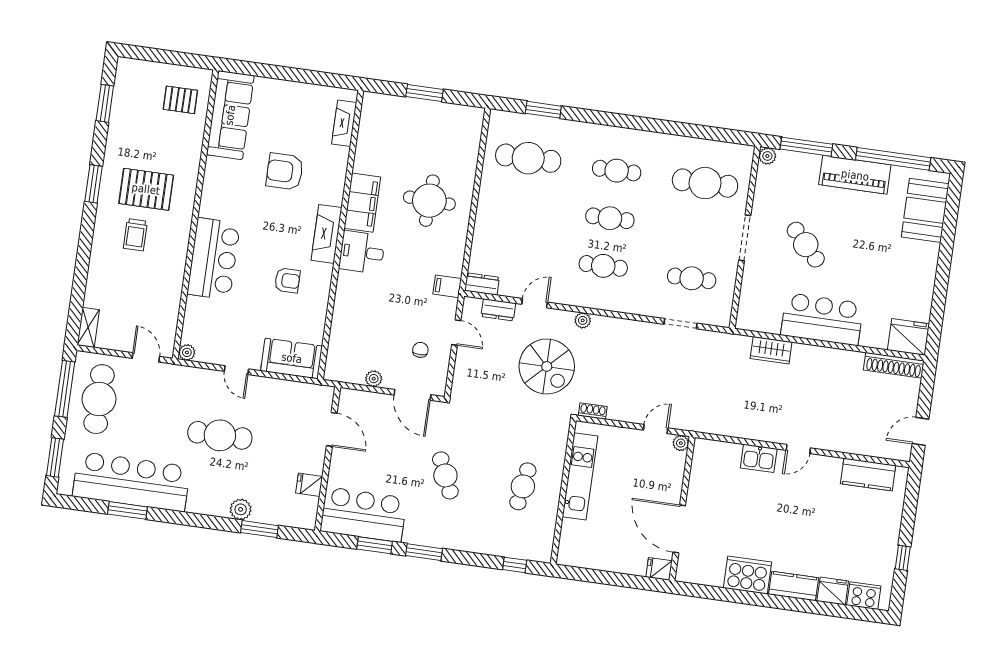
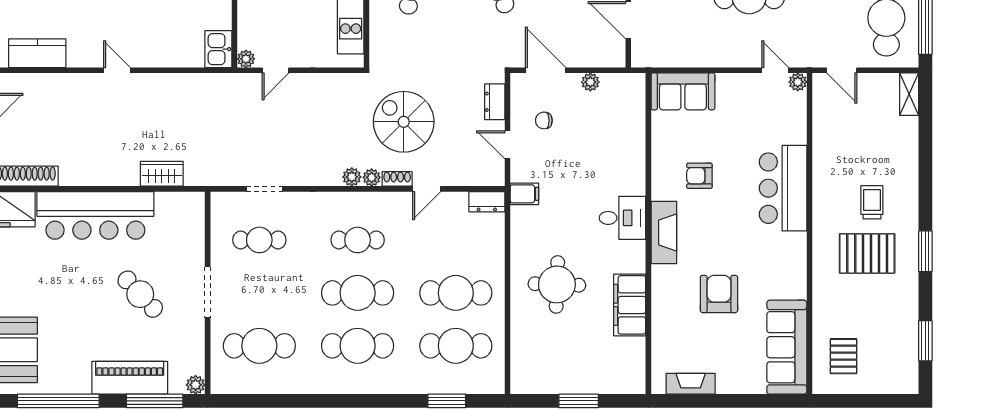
pallet: (180, 100) -> (844, 356), turned 90
fireplace: (344, 123) -> (691, 384), moved, turned -90
cafe table: (617, 171) -> (358, 346), width x1.37, depth x1.35
armchair: (285, 172) -> (719, 294), turned -90
piano: (855, 175) -> (130, 378), moved
filing cabinet: (362, 203) -> (630, 305), moved
cafe table: (521, 206) -> (456, 293), added
cafe table: (610, 218) -> (358, 293), width x1.37, depth x1.35
dresser: (498, 310) -> (495, 102), moved, turned -90
bar counter: (822, 319) -> (95, 215), width x1.36
plant: (600, 323) -> (352, 177), added
chair: (420, 350) -> (544, 120), turned 90
door: (236, 370) -> (775, 70), moved
shoe rack: (593, 411) -> (397, 179), moved, turned 180
door: (798, 449) -> (117, 70), hinge flipped
kitchen sink: (759, 458) -> (218, 49), moved, turned -90

